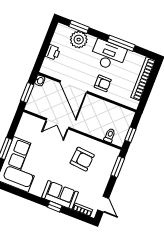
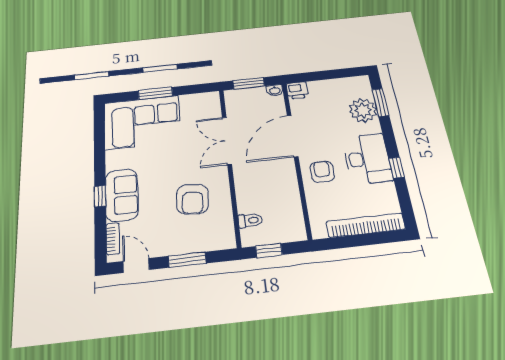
window: (121, 43) -> (397, 168), width x0.46
printer: (53, 52) -> (297, 90), moved
armchair: (103, 83) -> (322, 172), turned 180
double door: (57, 124) -> (227, 141), width x1.37
window: (118, 167) -> (187, 260), moved
door: (103, 204) -> (136, 265), swing flipped

